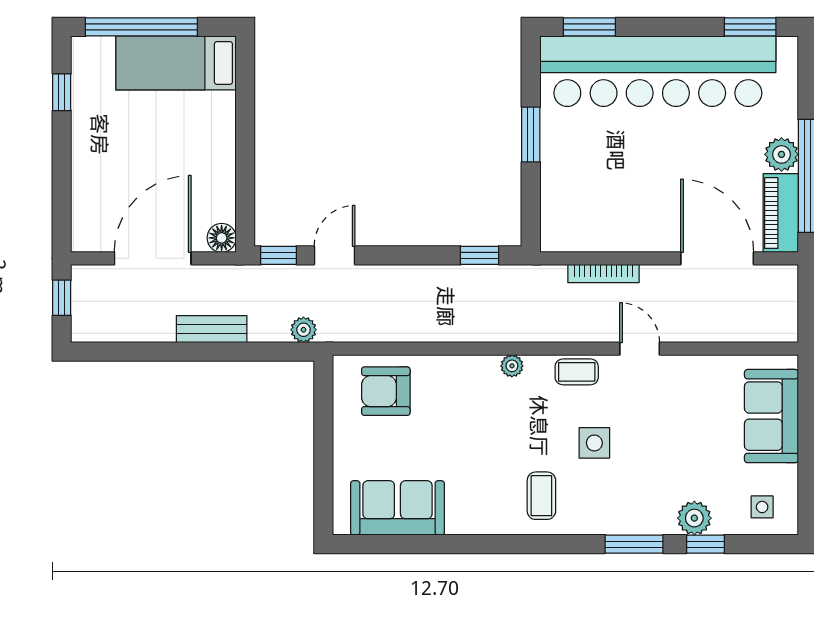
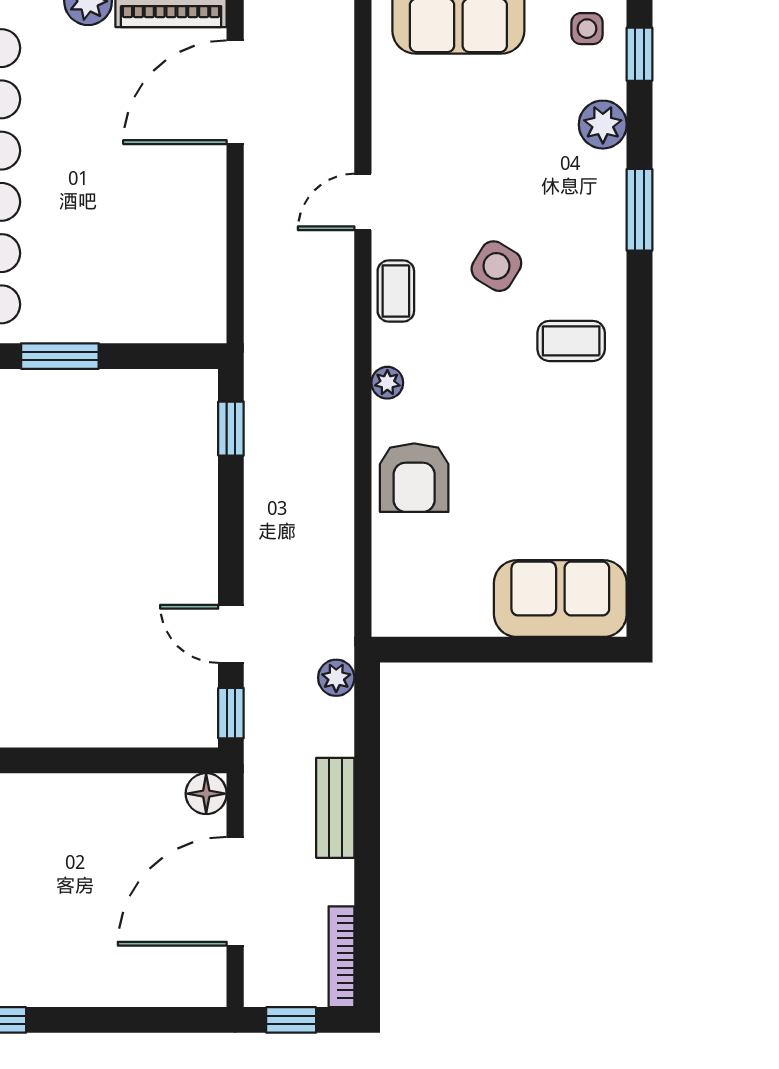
door: (153, 258) -> (235, 891), hinge flipped
bookcase: (603, 274) -> (341, 957), moved, turned 180
armchair: (386, 391) -> (414, 478), moved
side table: (594, 443) -> (496, 266), turned 31
sofa: (397, 508) -> (560, 599), moved, turned 90
window: (706, 544) -> (640, 54), moved

